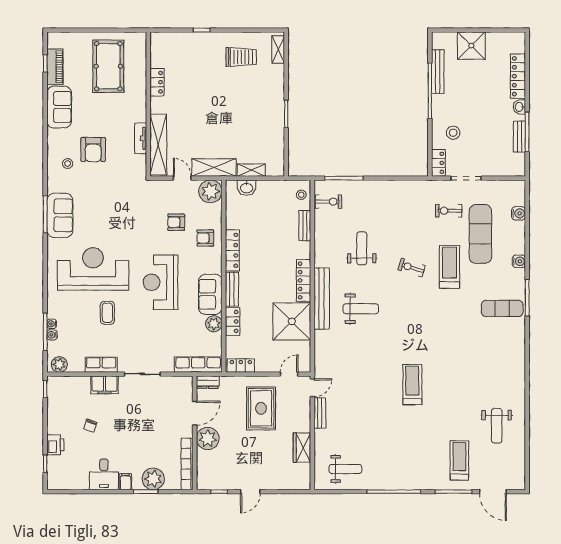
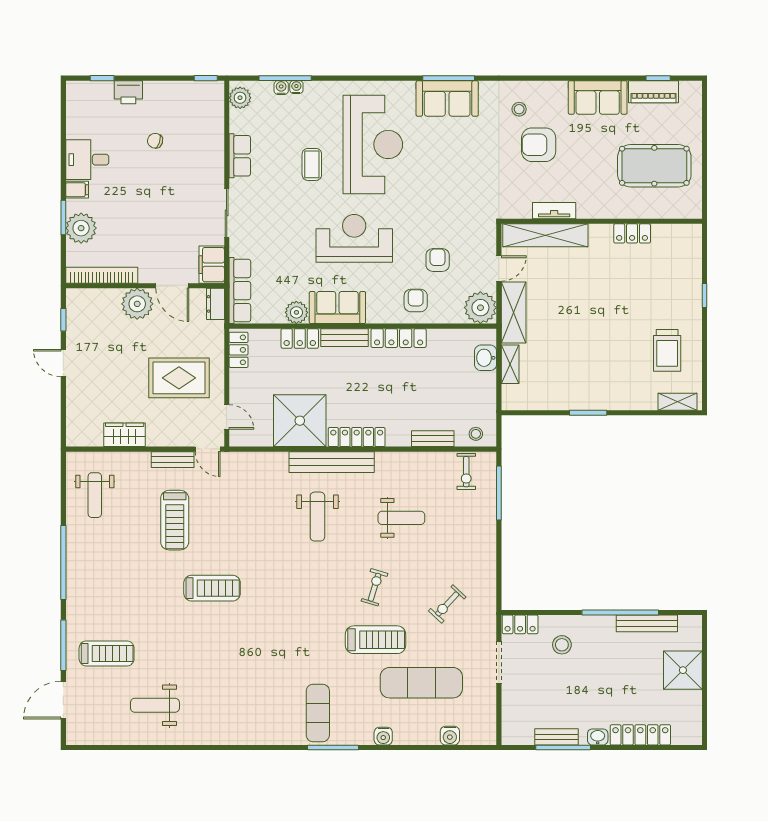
exercise bike: (449, 211) -> (447, 604), moved, turned -137
coffee table: (107, 313) -> (312, 164), turned 90
filing cabinet: (105, 385) -> (212, 265), moved
treadmill: (363, 411) -> (175, 520), added

